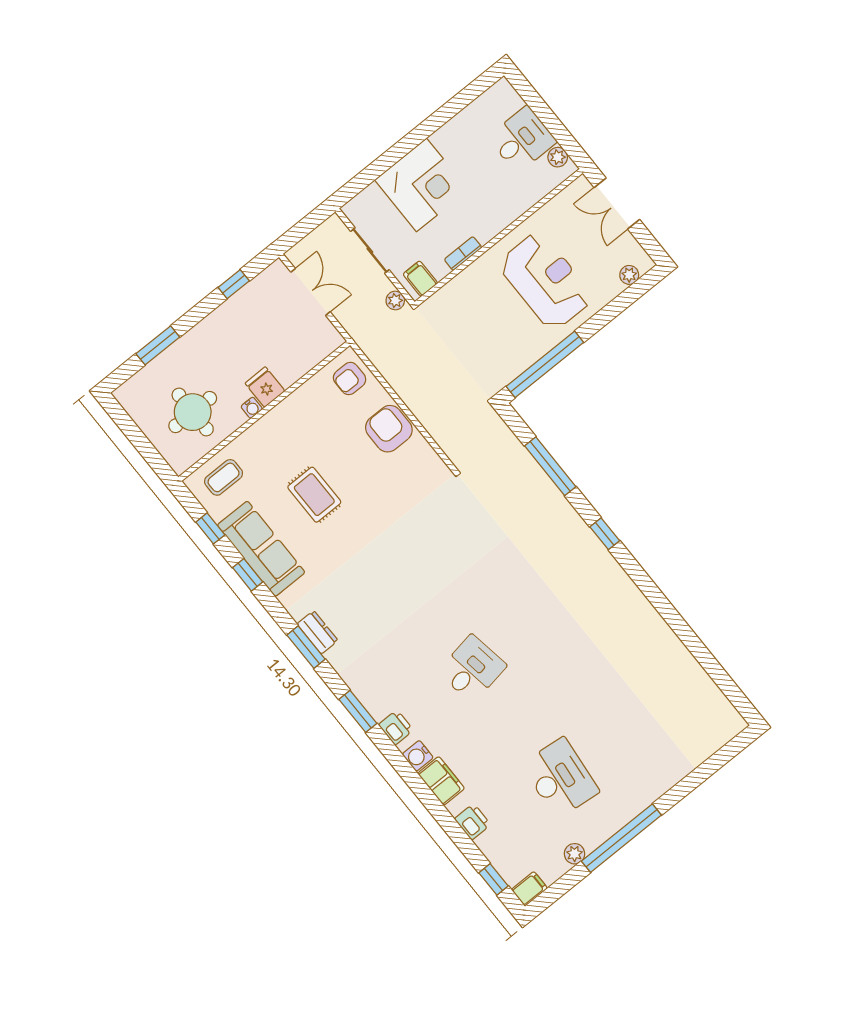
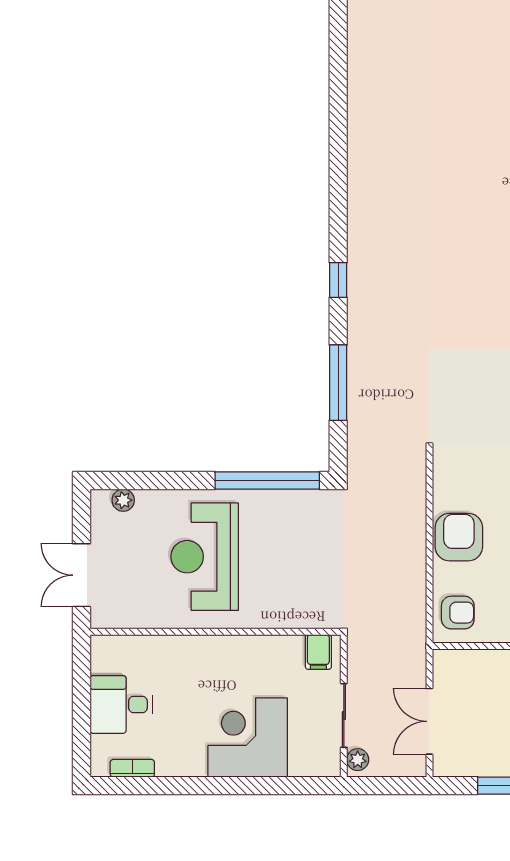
plant: (558, 157) -> (102, 662), removed
double door: (617, 203) -> (81, 575), swing flipped
bookcase: (463, 254) -> (132, 768), moved, turned 180
plant: (395, 301) -> (358, 760), moved
armchair: (389, 429) -> (459, 537), turned 180

